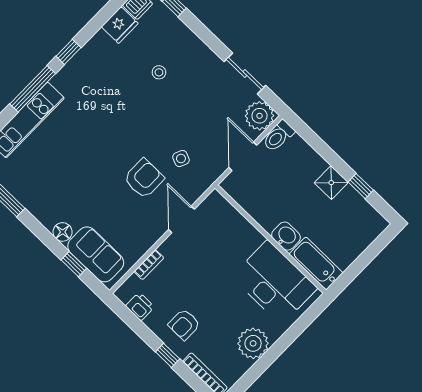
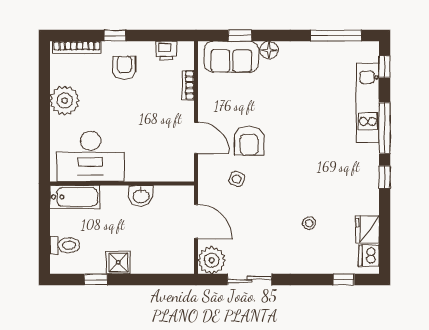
toilet: (278, 136) -> (65, 245), moved, turned 90
washbasin: (286, 236) -> (141, 196), moved

